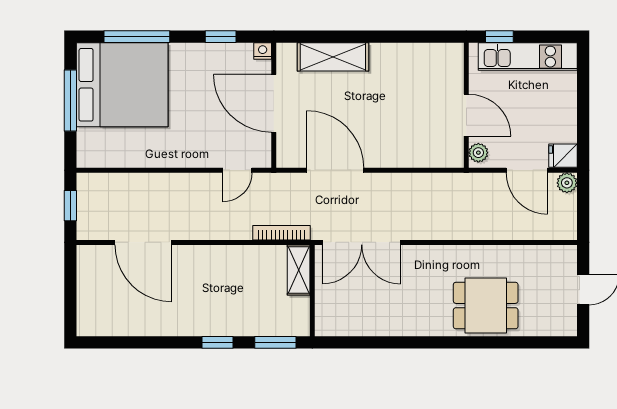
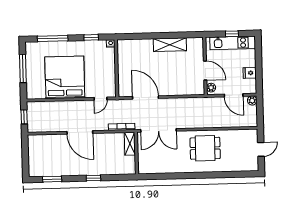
window: (499, 37) -> (232, 34), moved
shelving: (333, 57) -> (170, 45), moved
bed: (122, 85) -> (65, 77), moved, turned -90
door: (274, 103) -> (116, 67), removed
fridge: (563, 156) -> (250, 73), moved
door: (143, 242) -> (80, 132), moved
dining table: (486, 306) -> (205, 148), moved
window: (275, 342) -> (52, 179), moved

